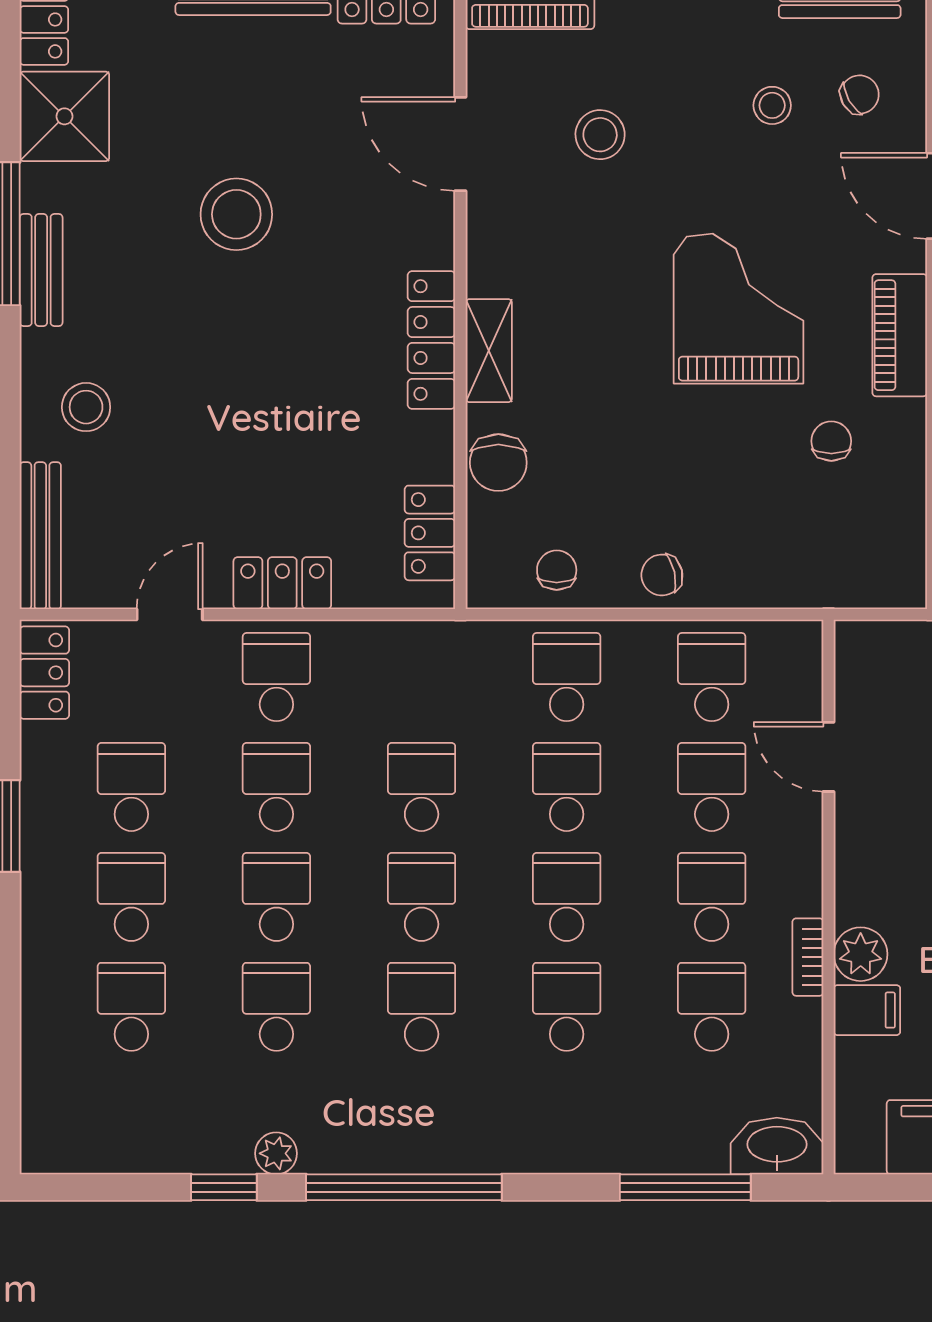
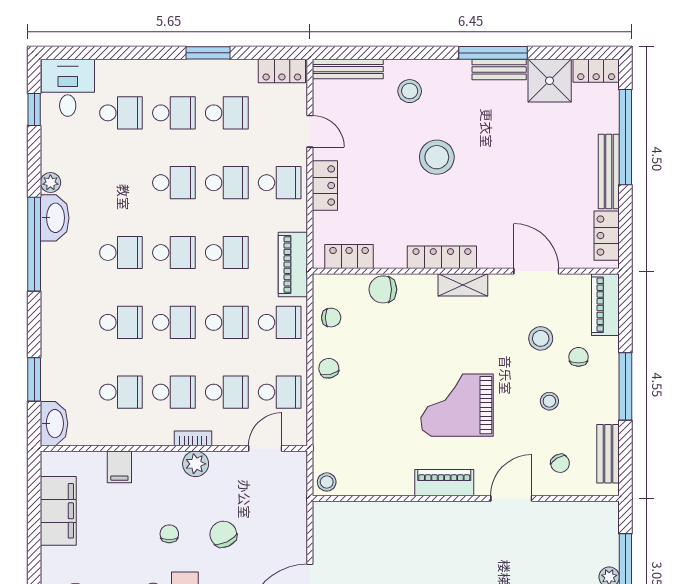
stool: (772, 105) -> (549, 401), moved
door: (460, 144) -> (536, 271), hinge flipped
stool: (236, 214) -> (437, 157), moved
bench: (41, 270) -> (499, 69), moved
grand piano: (739, 309) -> (457, 405), turned 180
shelving: (489, 351) -> (463, 285), moved
chair: (831, 441) -> (579, 357), moved, turned -90
stool: (898, 579) -> (327, 482), added
piano: (447, 650) -> (293, 265), added
door: (829, 757) -> (265, 448), moved
plant: (861, 954) -> (196, 464), moved
bookcase: (808, 957) -> (193, 438), moved
school desk: (276, 1007) -> (121, 183), removed
desk: (79, 1118) -> (68, 88), added
washbasin: (349, 1145) -> (55, 218), added
window: (224, 1187) -> (34, 109), moved
window: (685, 1187) -> (34, 379), width x0.69

